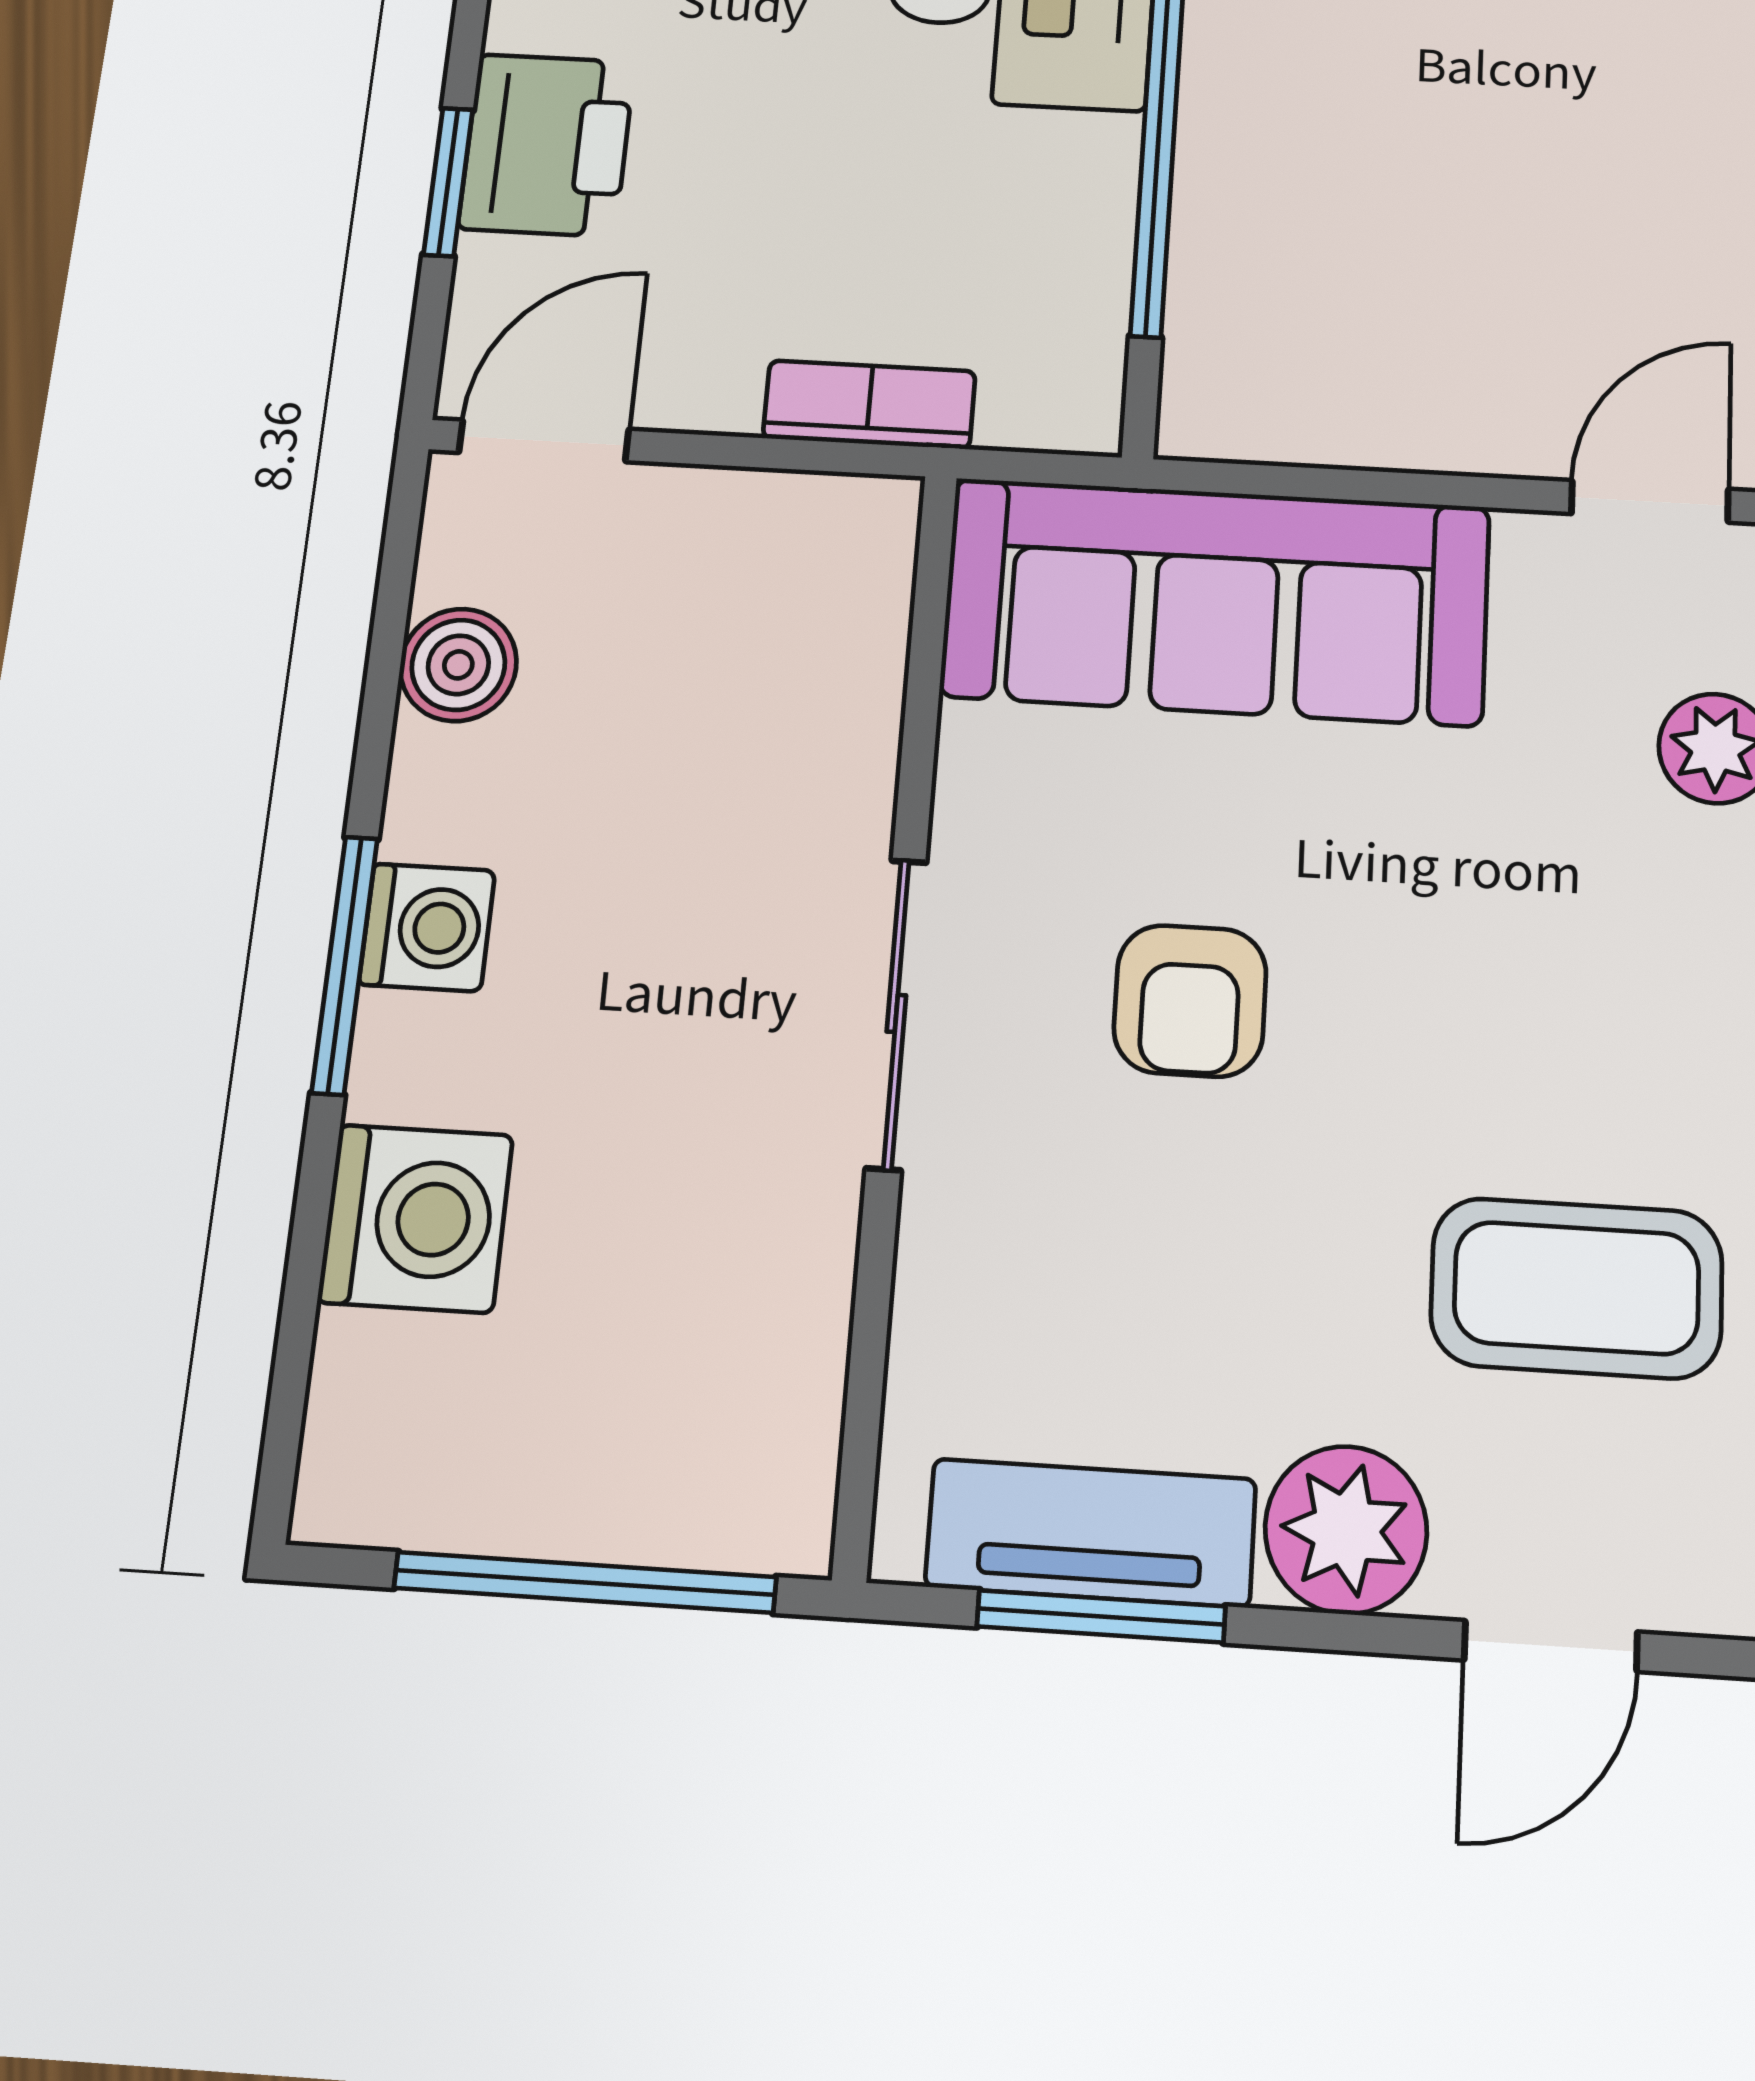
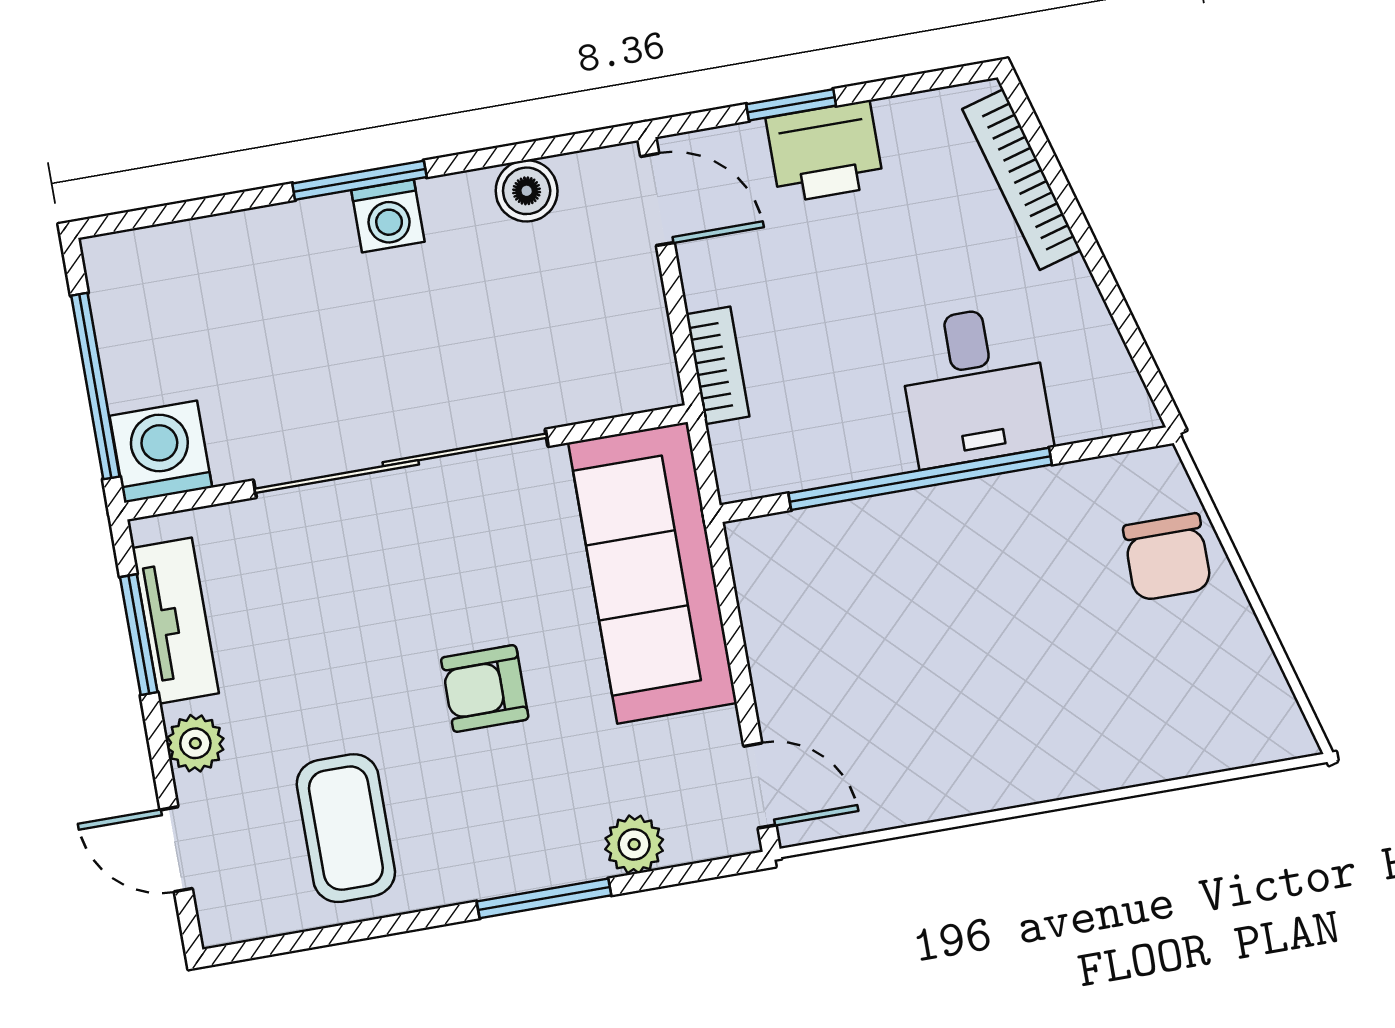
armchair: (1190, 1001) -> (485, 689), moved
sliding door: (896, 1013) -> (401, 463), width x1.86
washing machine: (416, 1218) -> (161, 452), moved, turned 180
plant: (1346, 1530) -> (195, 743), width x0.73, depth x0.73

